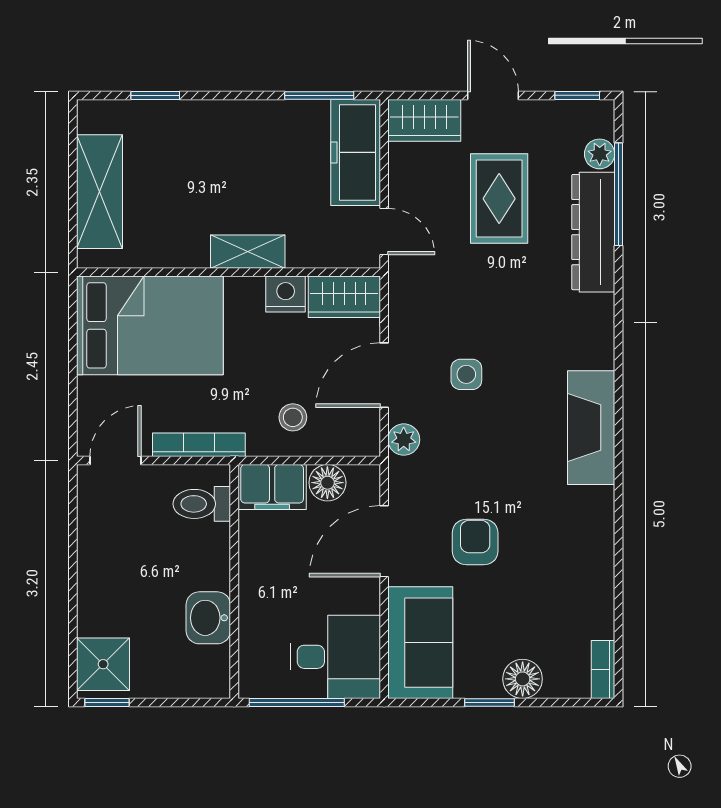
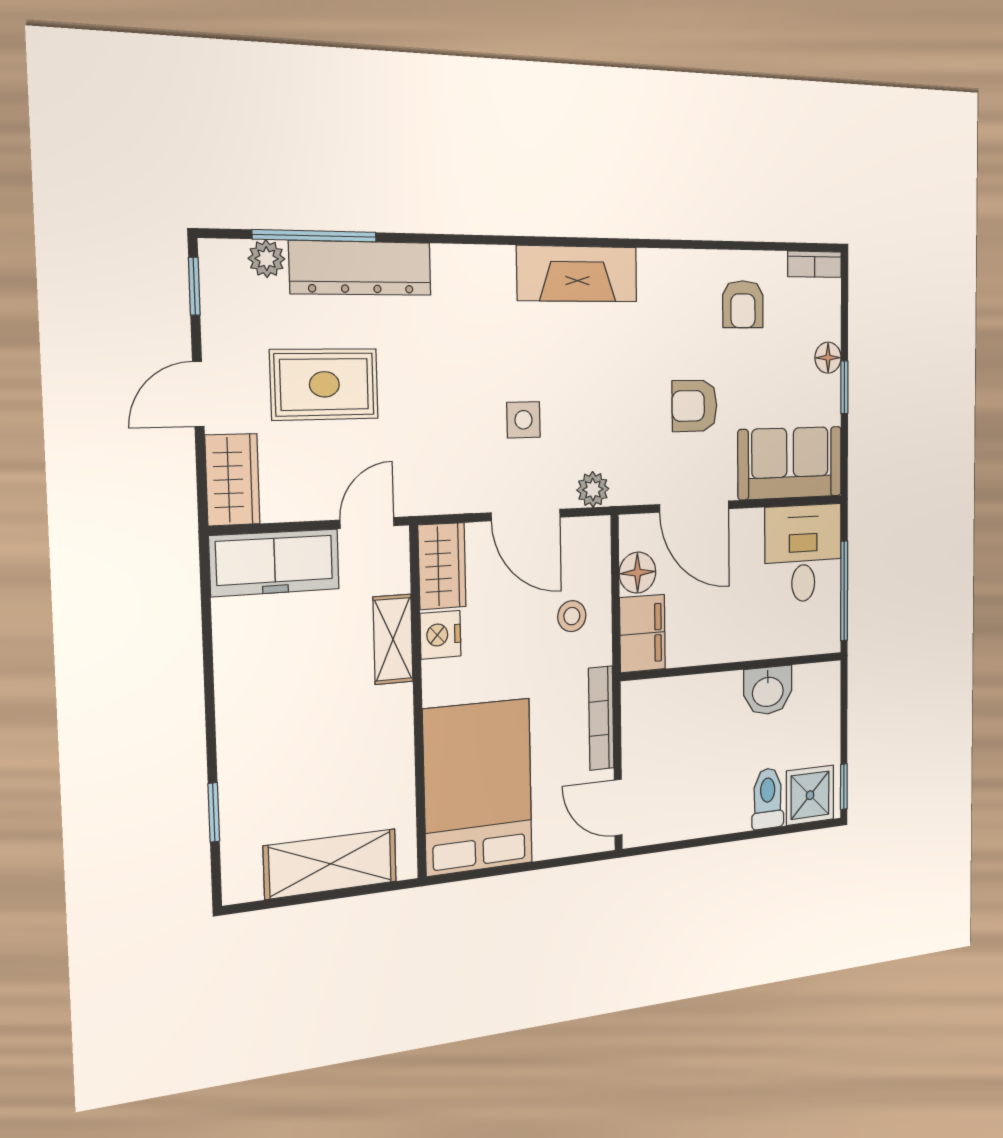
window: (319, 95) -> (206, 612), removed
shelving: (248, 252) -> (393, 639), moved
toilet: (202, 504) -> (768, 798), moved, turned 180
armchair: (566, 593) -> (743, 304), added
floor lamp: (523, 679) -> (828, 358), width x0.73, depth x0.73

